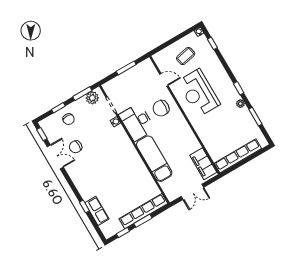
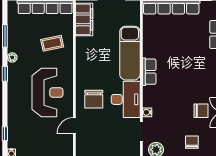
coffee table: (186, 56) -> (52, 43), moved
door: (164, 80) -> (74, 126), hinge flipped
chair: (161, 108) -> (94, 99), turned 87
row of seats: (132, 153) -> (149, 72), added

